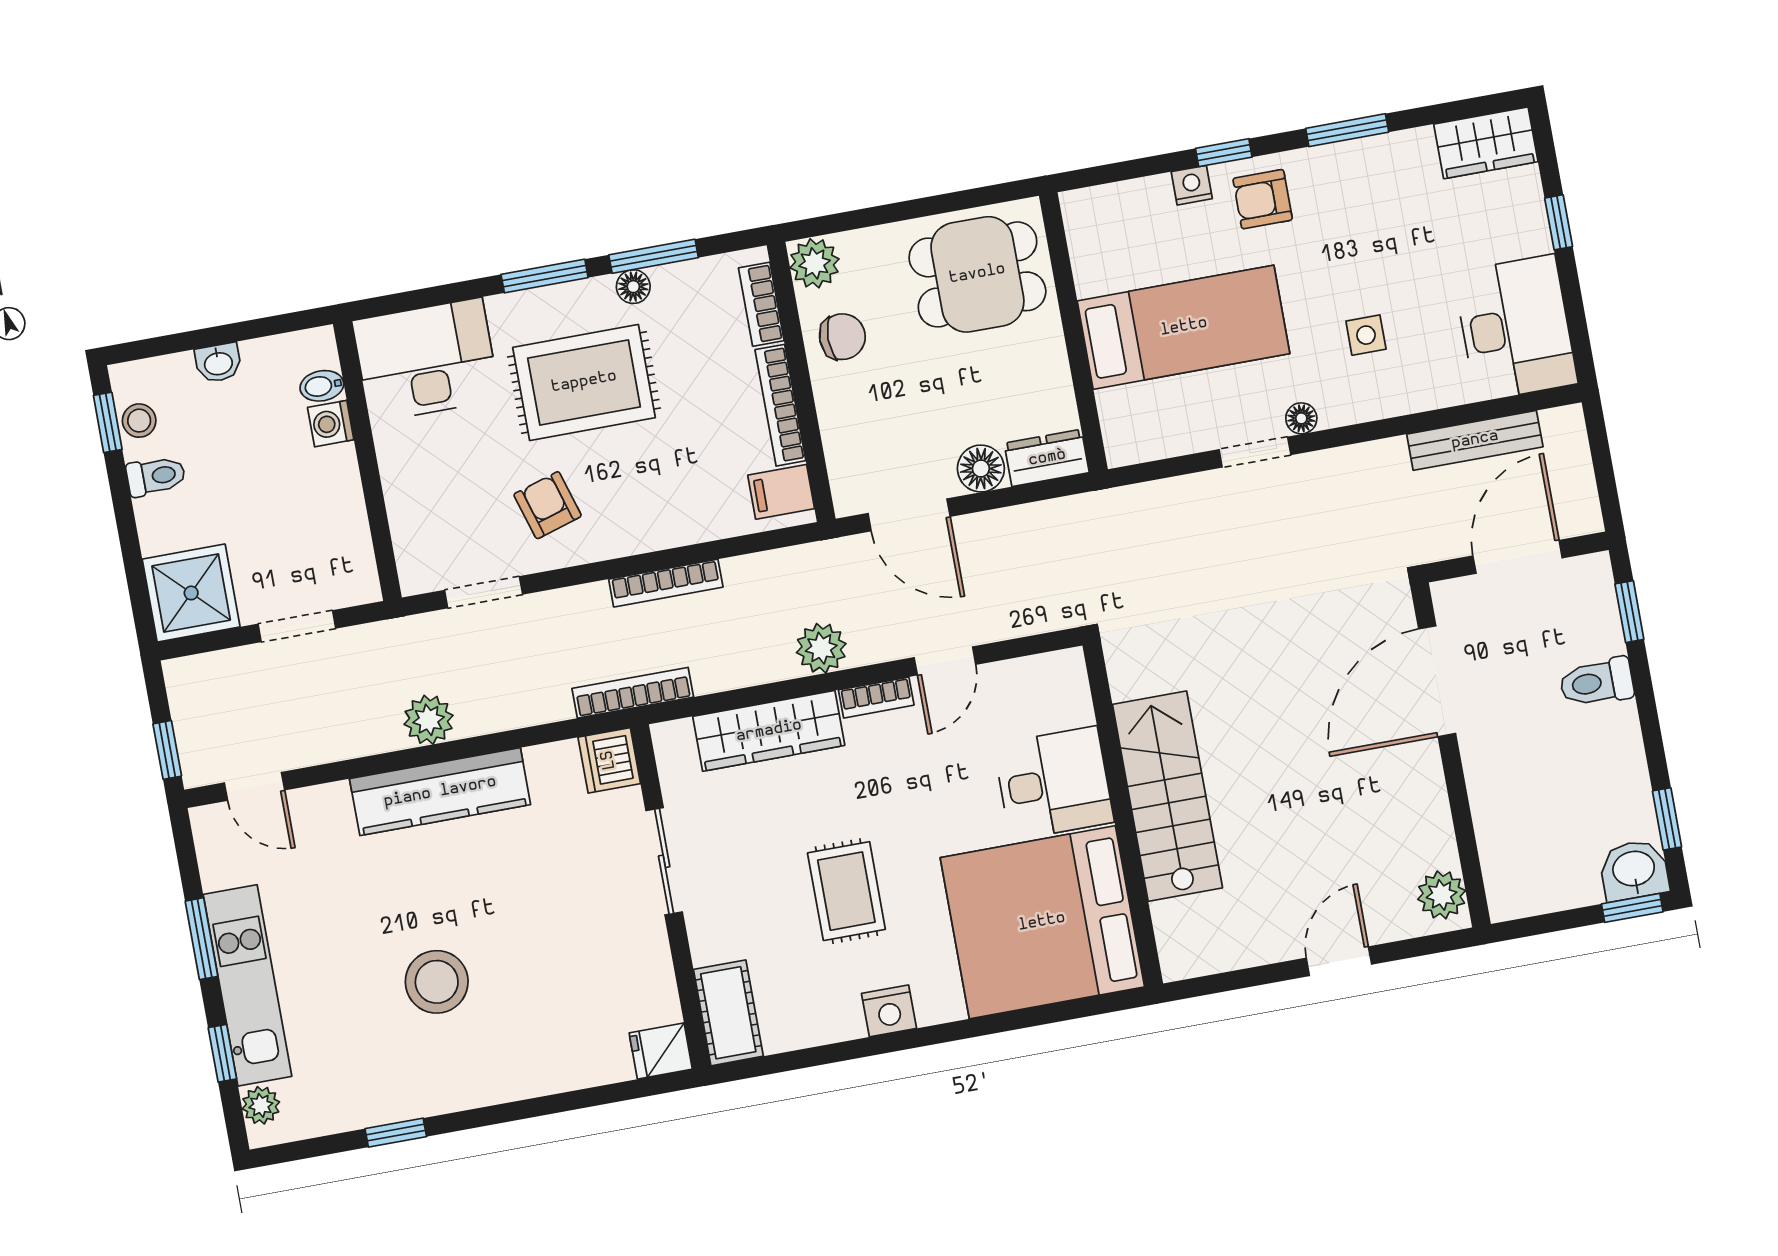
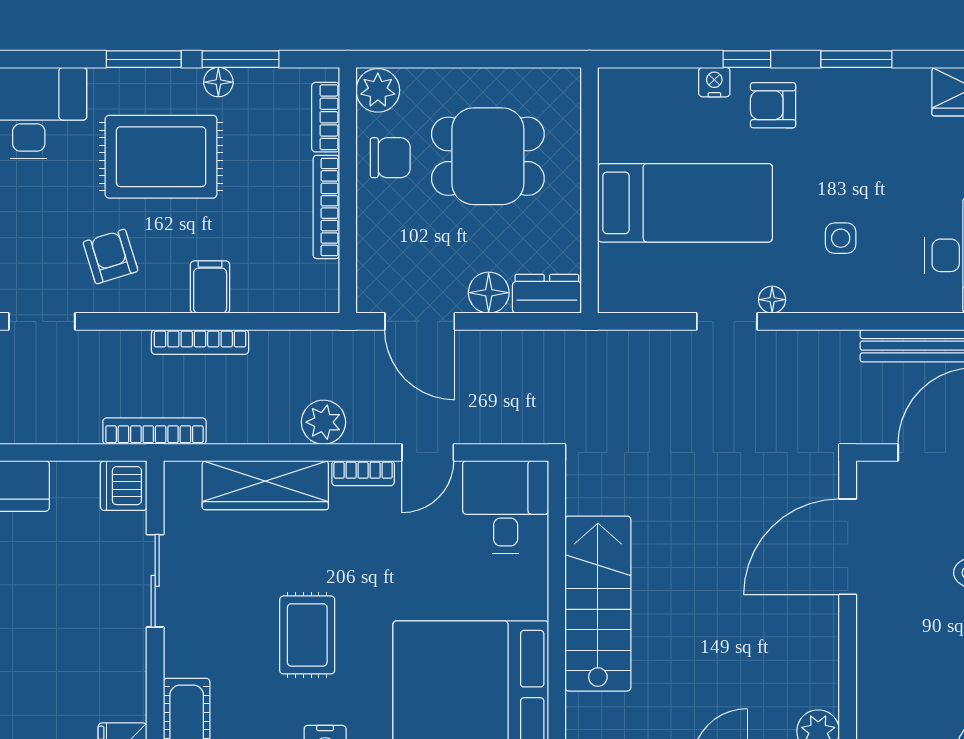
dining table: (977, 274) -> (488, 156), moved
filing cabinet: (781, 492) -> (210, 287), moved, turned 90
desk: (1054, 783) -> (506, 507), moved, turned -90

